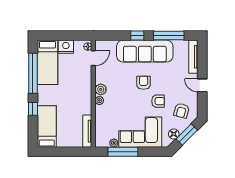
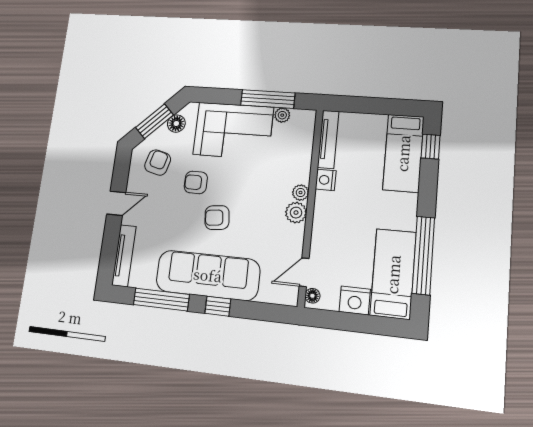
armchair: (144, 83) -> (217, 218), turned 84
door: (202, 85) -> (116, 203), hinge flipped
window: (33, 109) -> (431, 147), moved
nightstand: (87, 109) -> (326, 180), added

